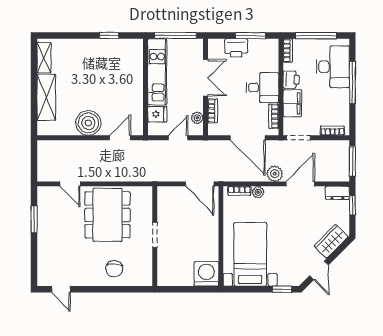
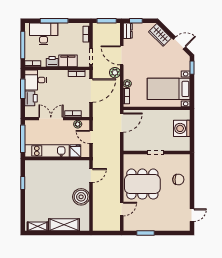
desk: (262, 88) -> (36, 80), moved, turned -90
door: (120, 138) -> (91, 176), swing flipped
washing machine: (206, 274) -> (182, 128), moved

